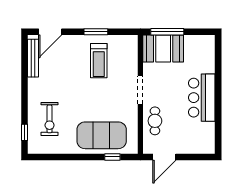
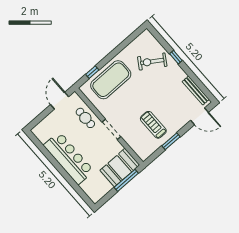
door: (50, 32) -> (199, 116), swing flipped
bar counter: (202, 98) -> (69, 158), width x1.36
exercise bike: (50, 119) -> (152, 62), turned -57
window: (25, 132) -> (176, 57), moved

